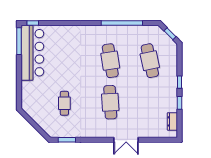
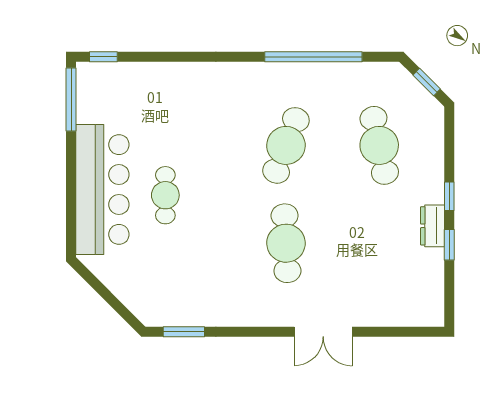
bar counter: (32, 53) -> (102, 189), moved
cafe table: (110, 61) -> (286, 145), turned 30
cafe table: (64, 103) -> (165, 195), moved
dresser: (172, 121) -> (433, 226), moved

